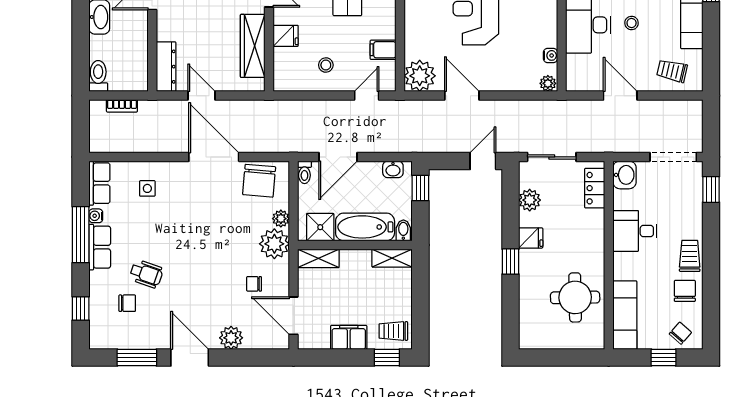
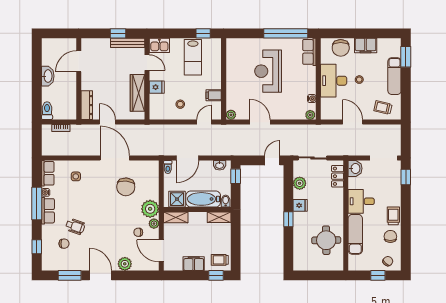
plant: (420, 76) -> (231, 115), width x0.53, depth x0.53
chair: (259, 181) -> (126, 187), moved
plant: (281, 219) -> (154, 224), moved
exam couch: (625, 315) -> (355, 234), moved

